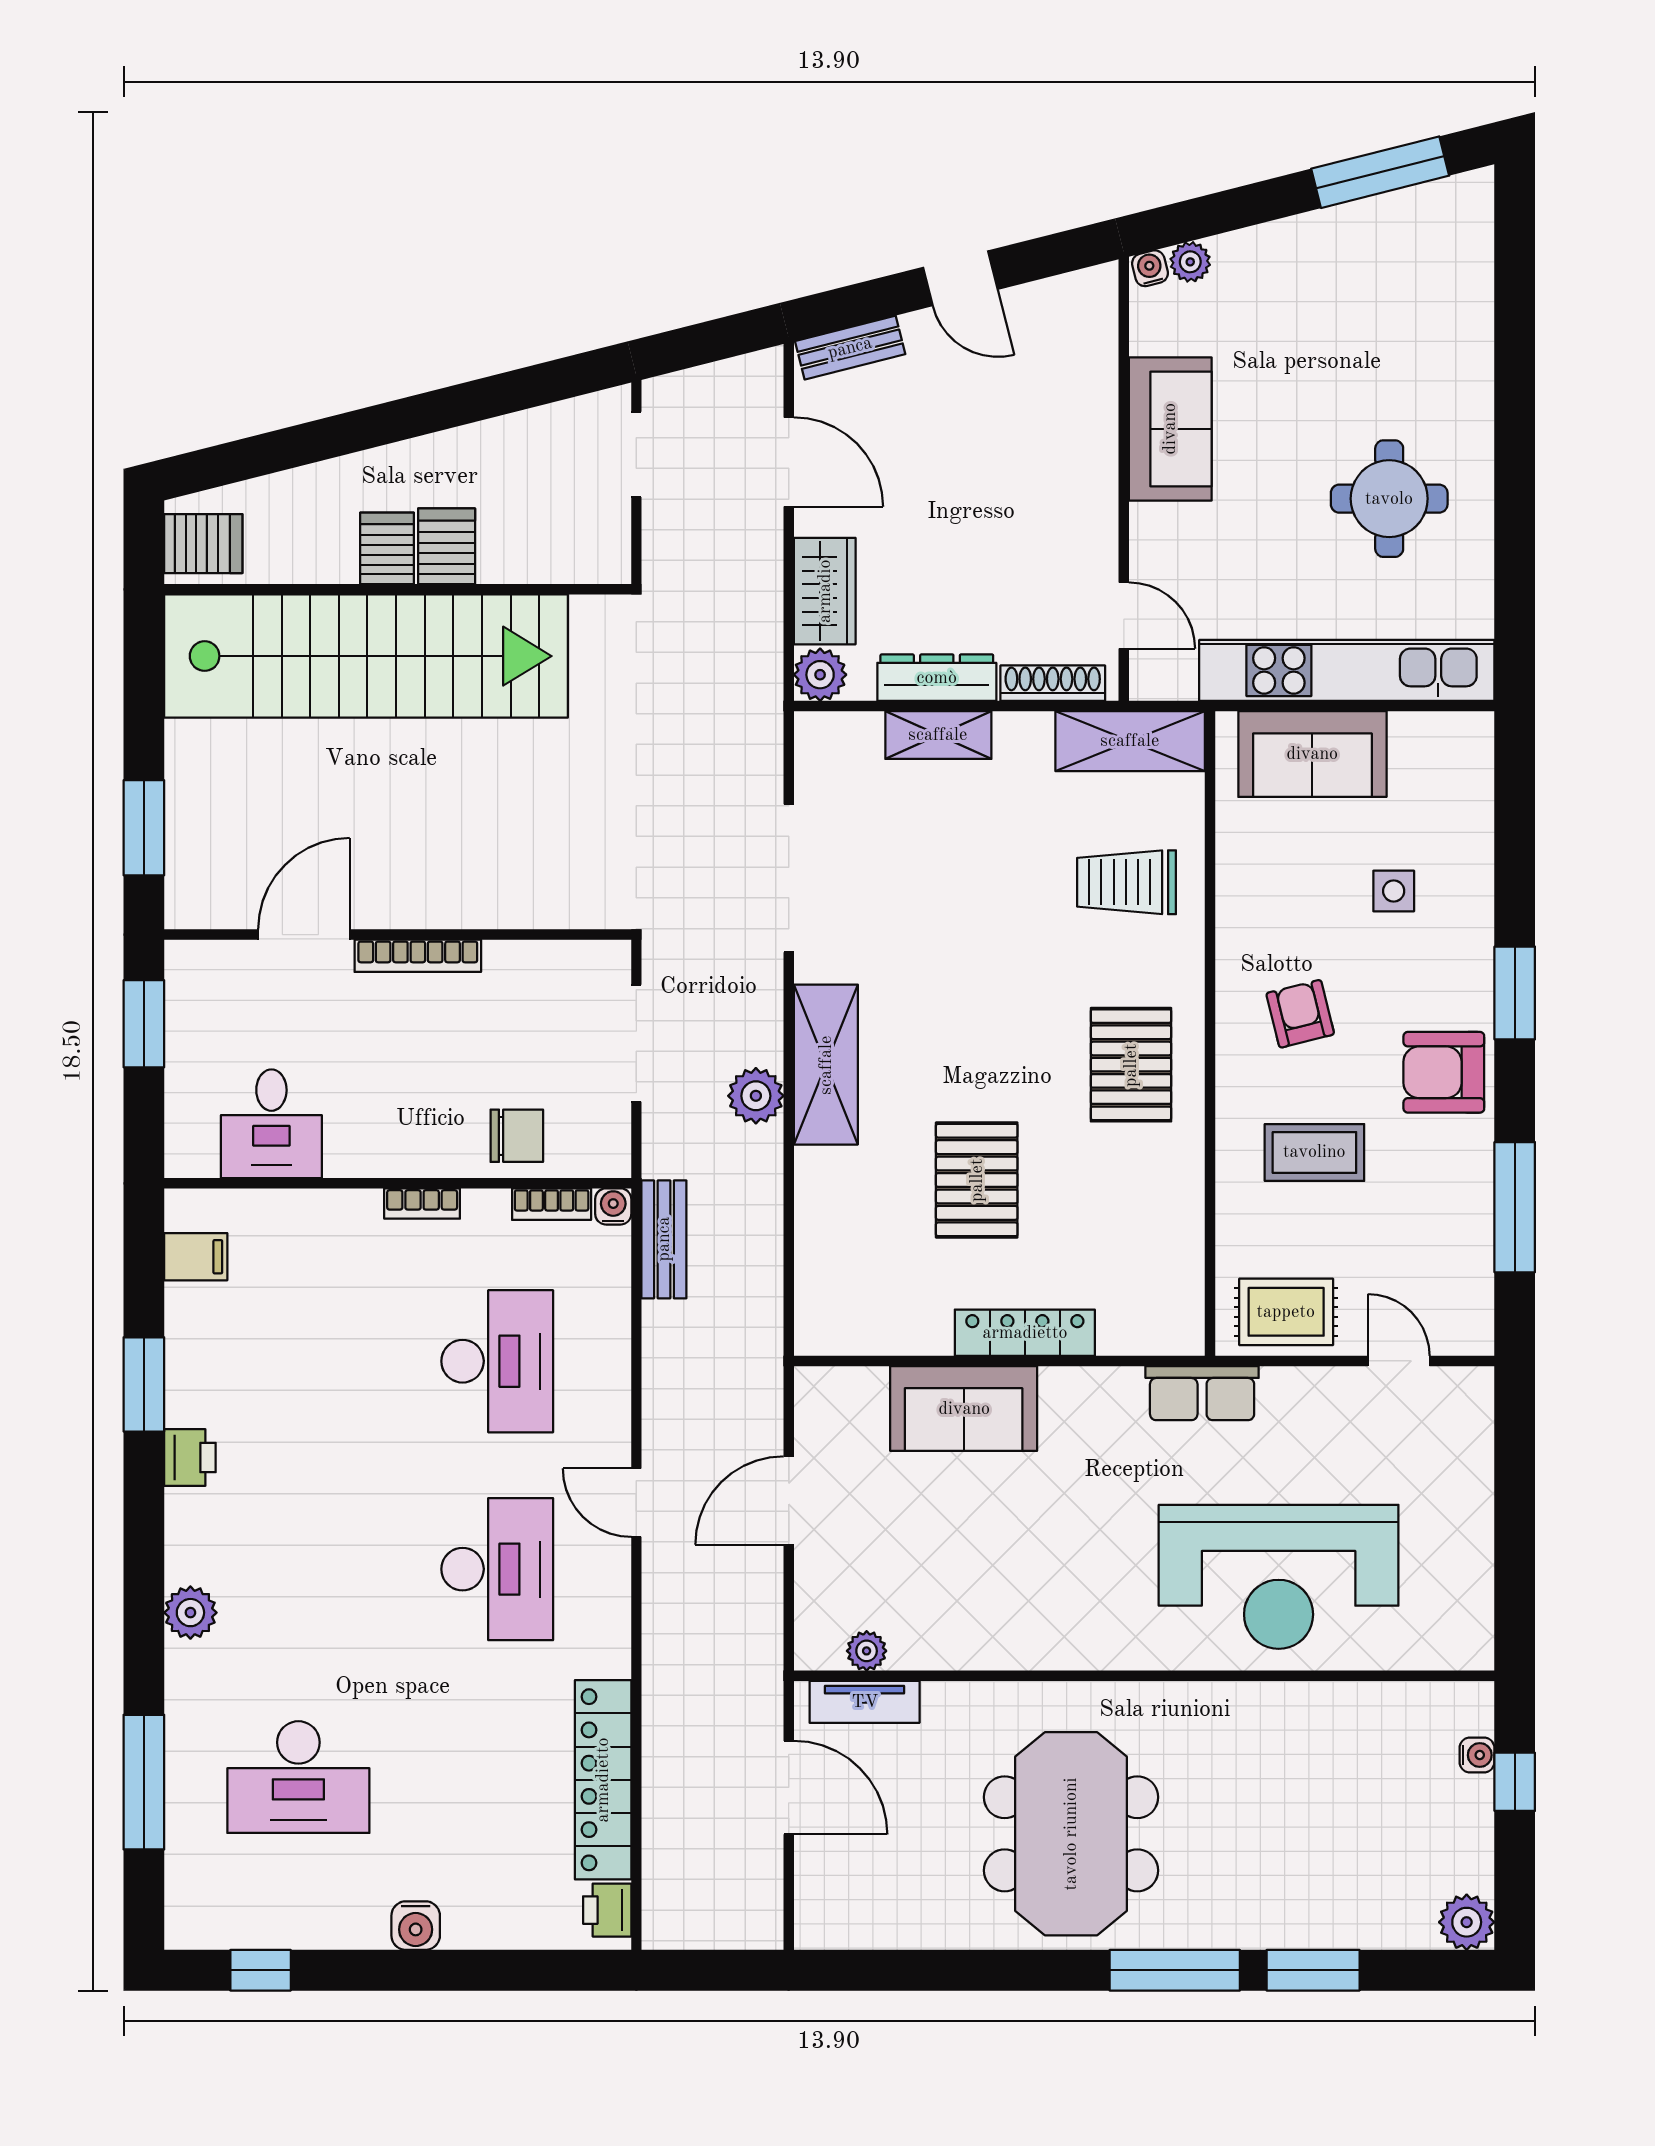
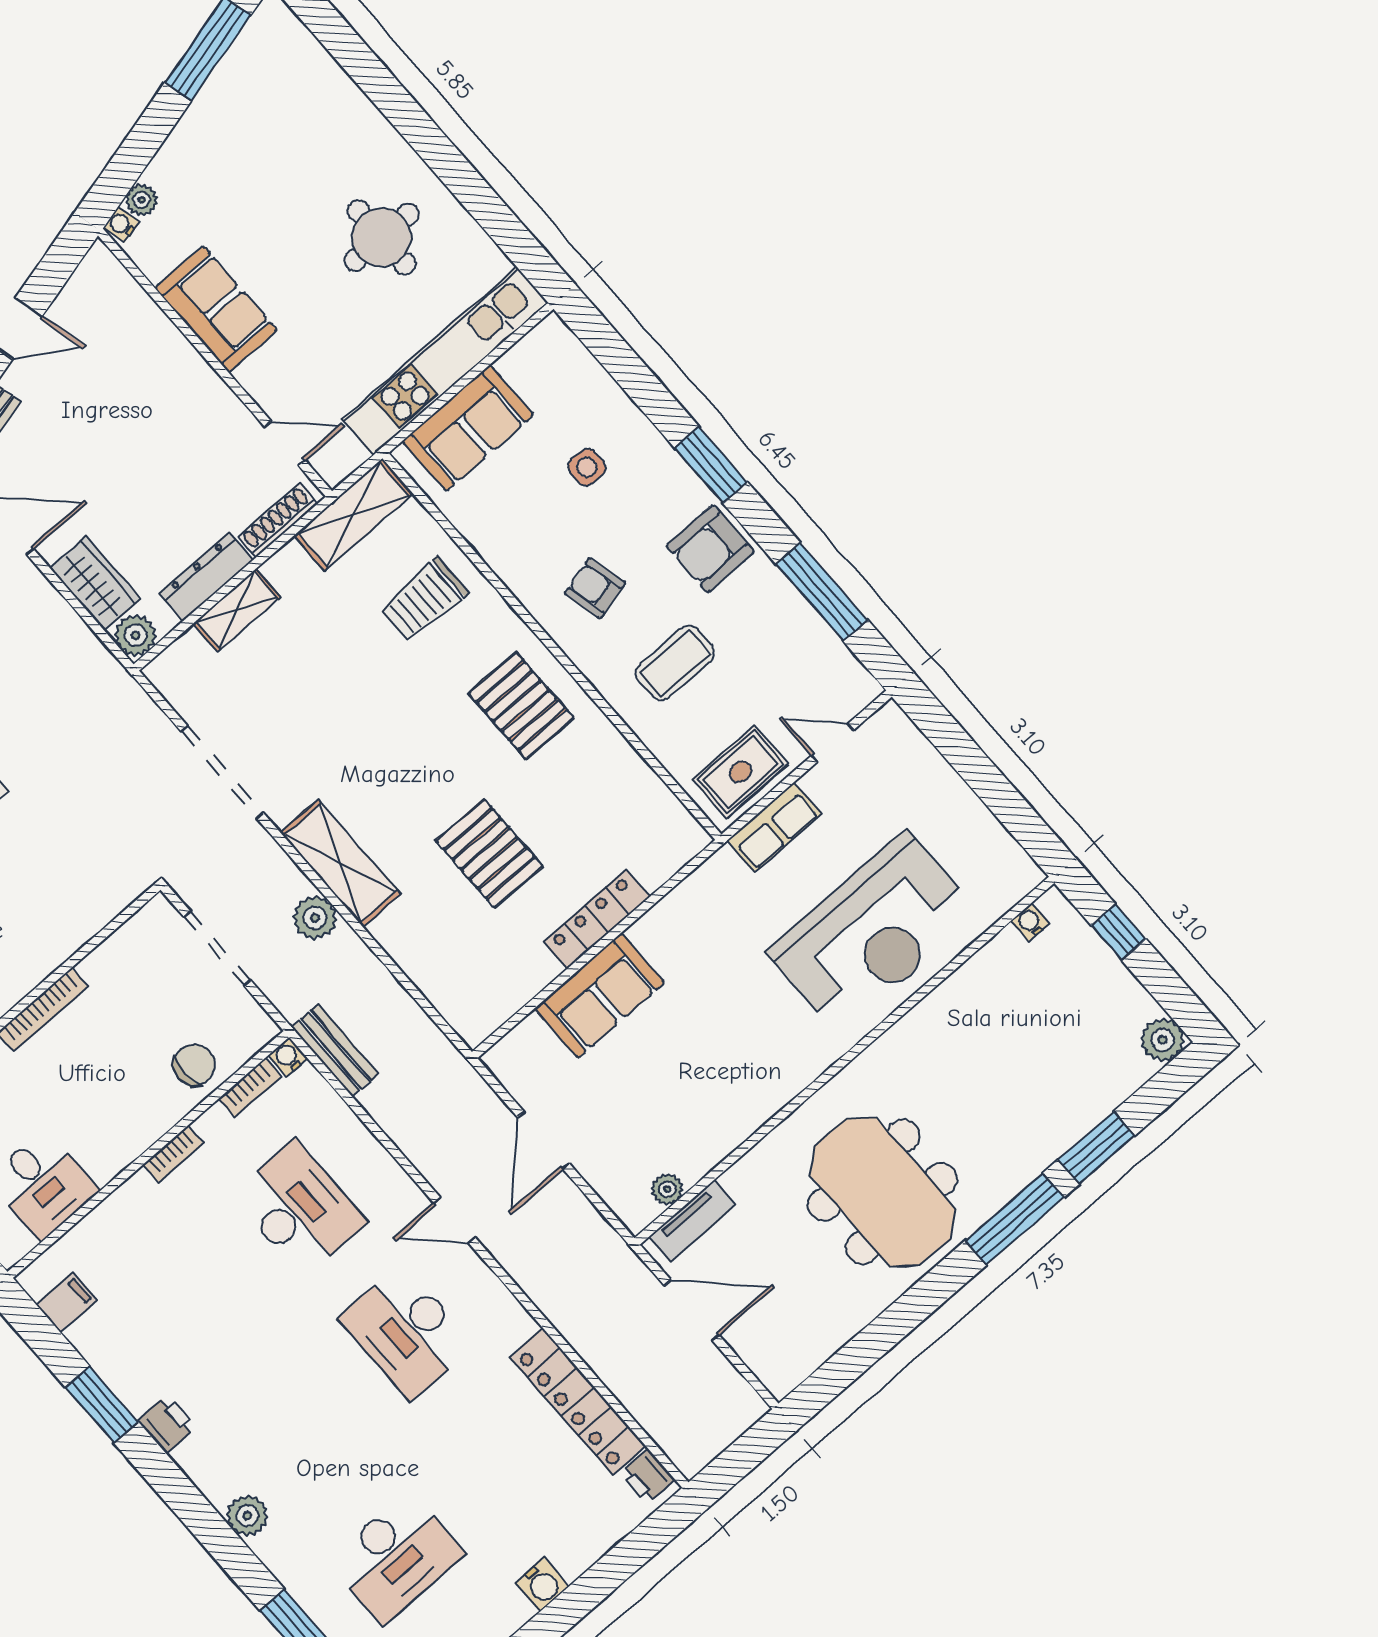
row of seats: (1202, 1393) -> (774, 827), moved
desk: (497, 1569) -> (406, 1332), turned 180
water cooler: (1477, 1755) -> (1030, 922), moved, turned -90

